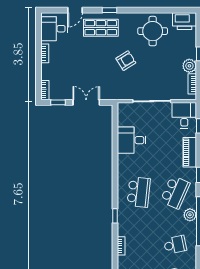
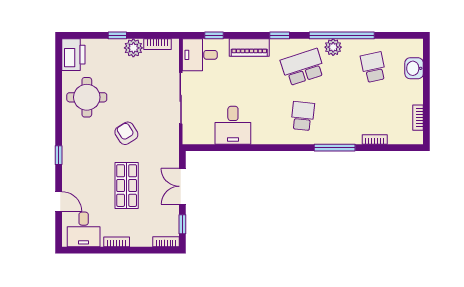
shop shelf: (101, 28) -> (127, 186), moved
school desk: (139, 192) -> (303, 116), width x0.54
school desk: (175, 192) -> (303, 67), turned -42
window: (115, 216) -> (335, 148), width x2.17

